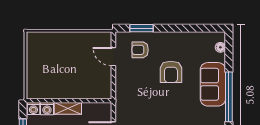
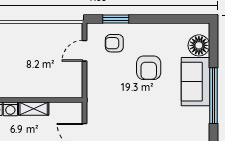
floor lamp: (220, 47) -> (199, 45), width x1.89, depth x1.89
door: (113, 57) -> (84, 51), hinge flipped

